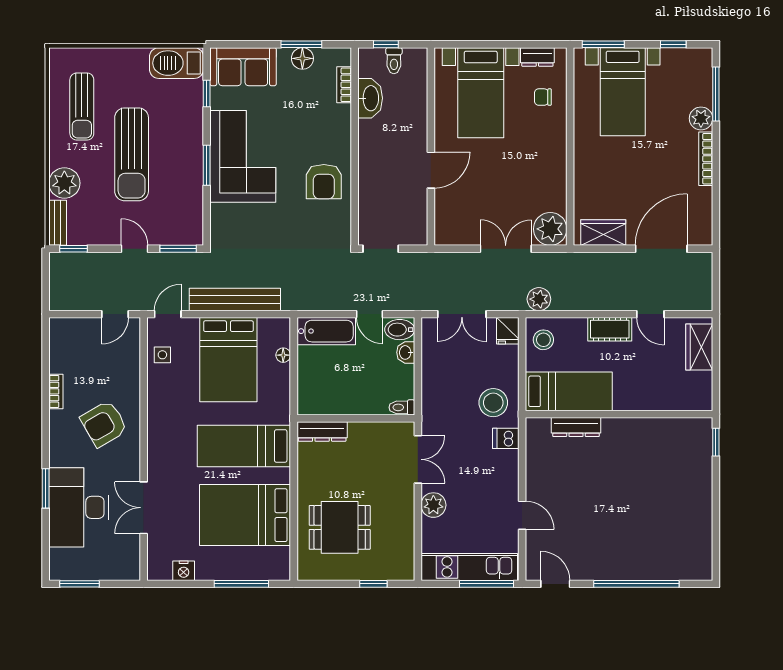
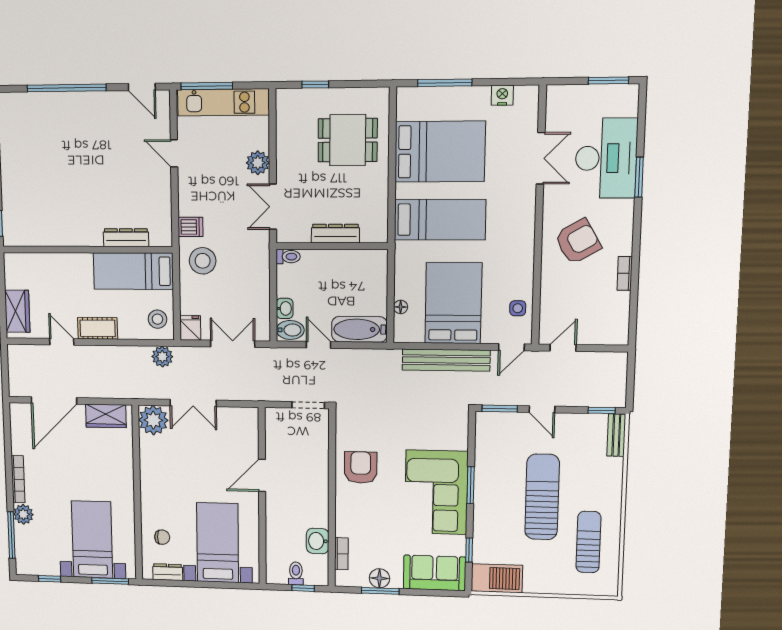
washbasin: (370, 98) -> (318, 541), width x0.72
plant: (64, 183) -> (608, 472), removed
dresser: (322, 432) -> (335, 234), moved

